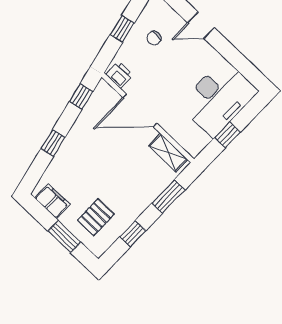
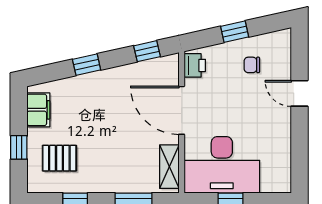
desk: (218, 98) -> (222, 165), moved
window: (64, 237) -> (19, 147), width x0.67

